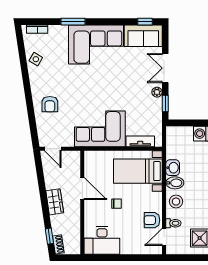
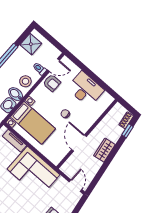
desk: (102, 240) -> (85, 89), moved

